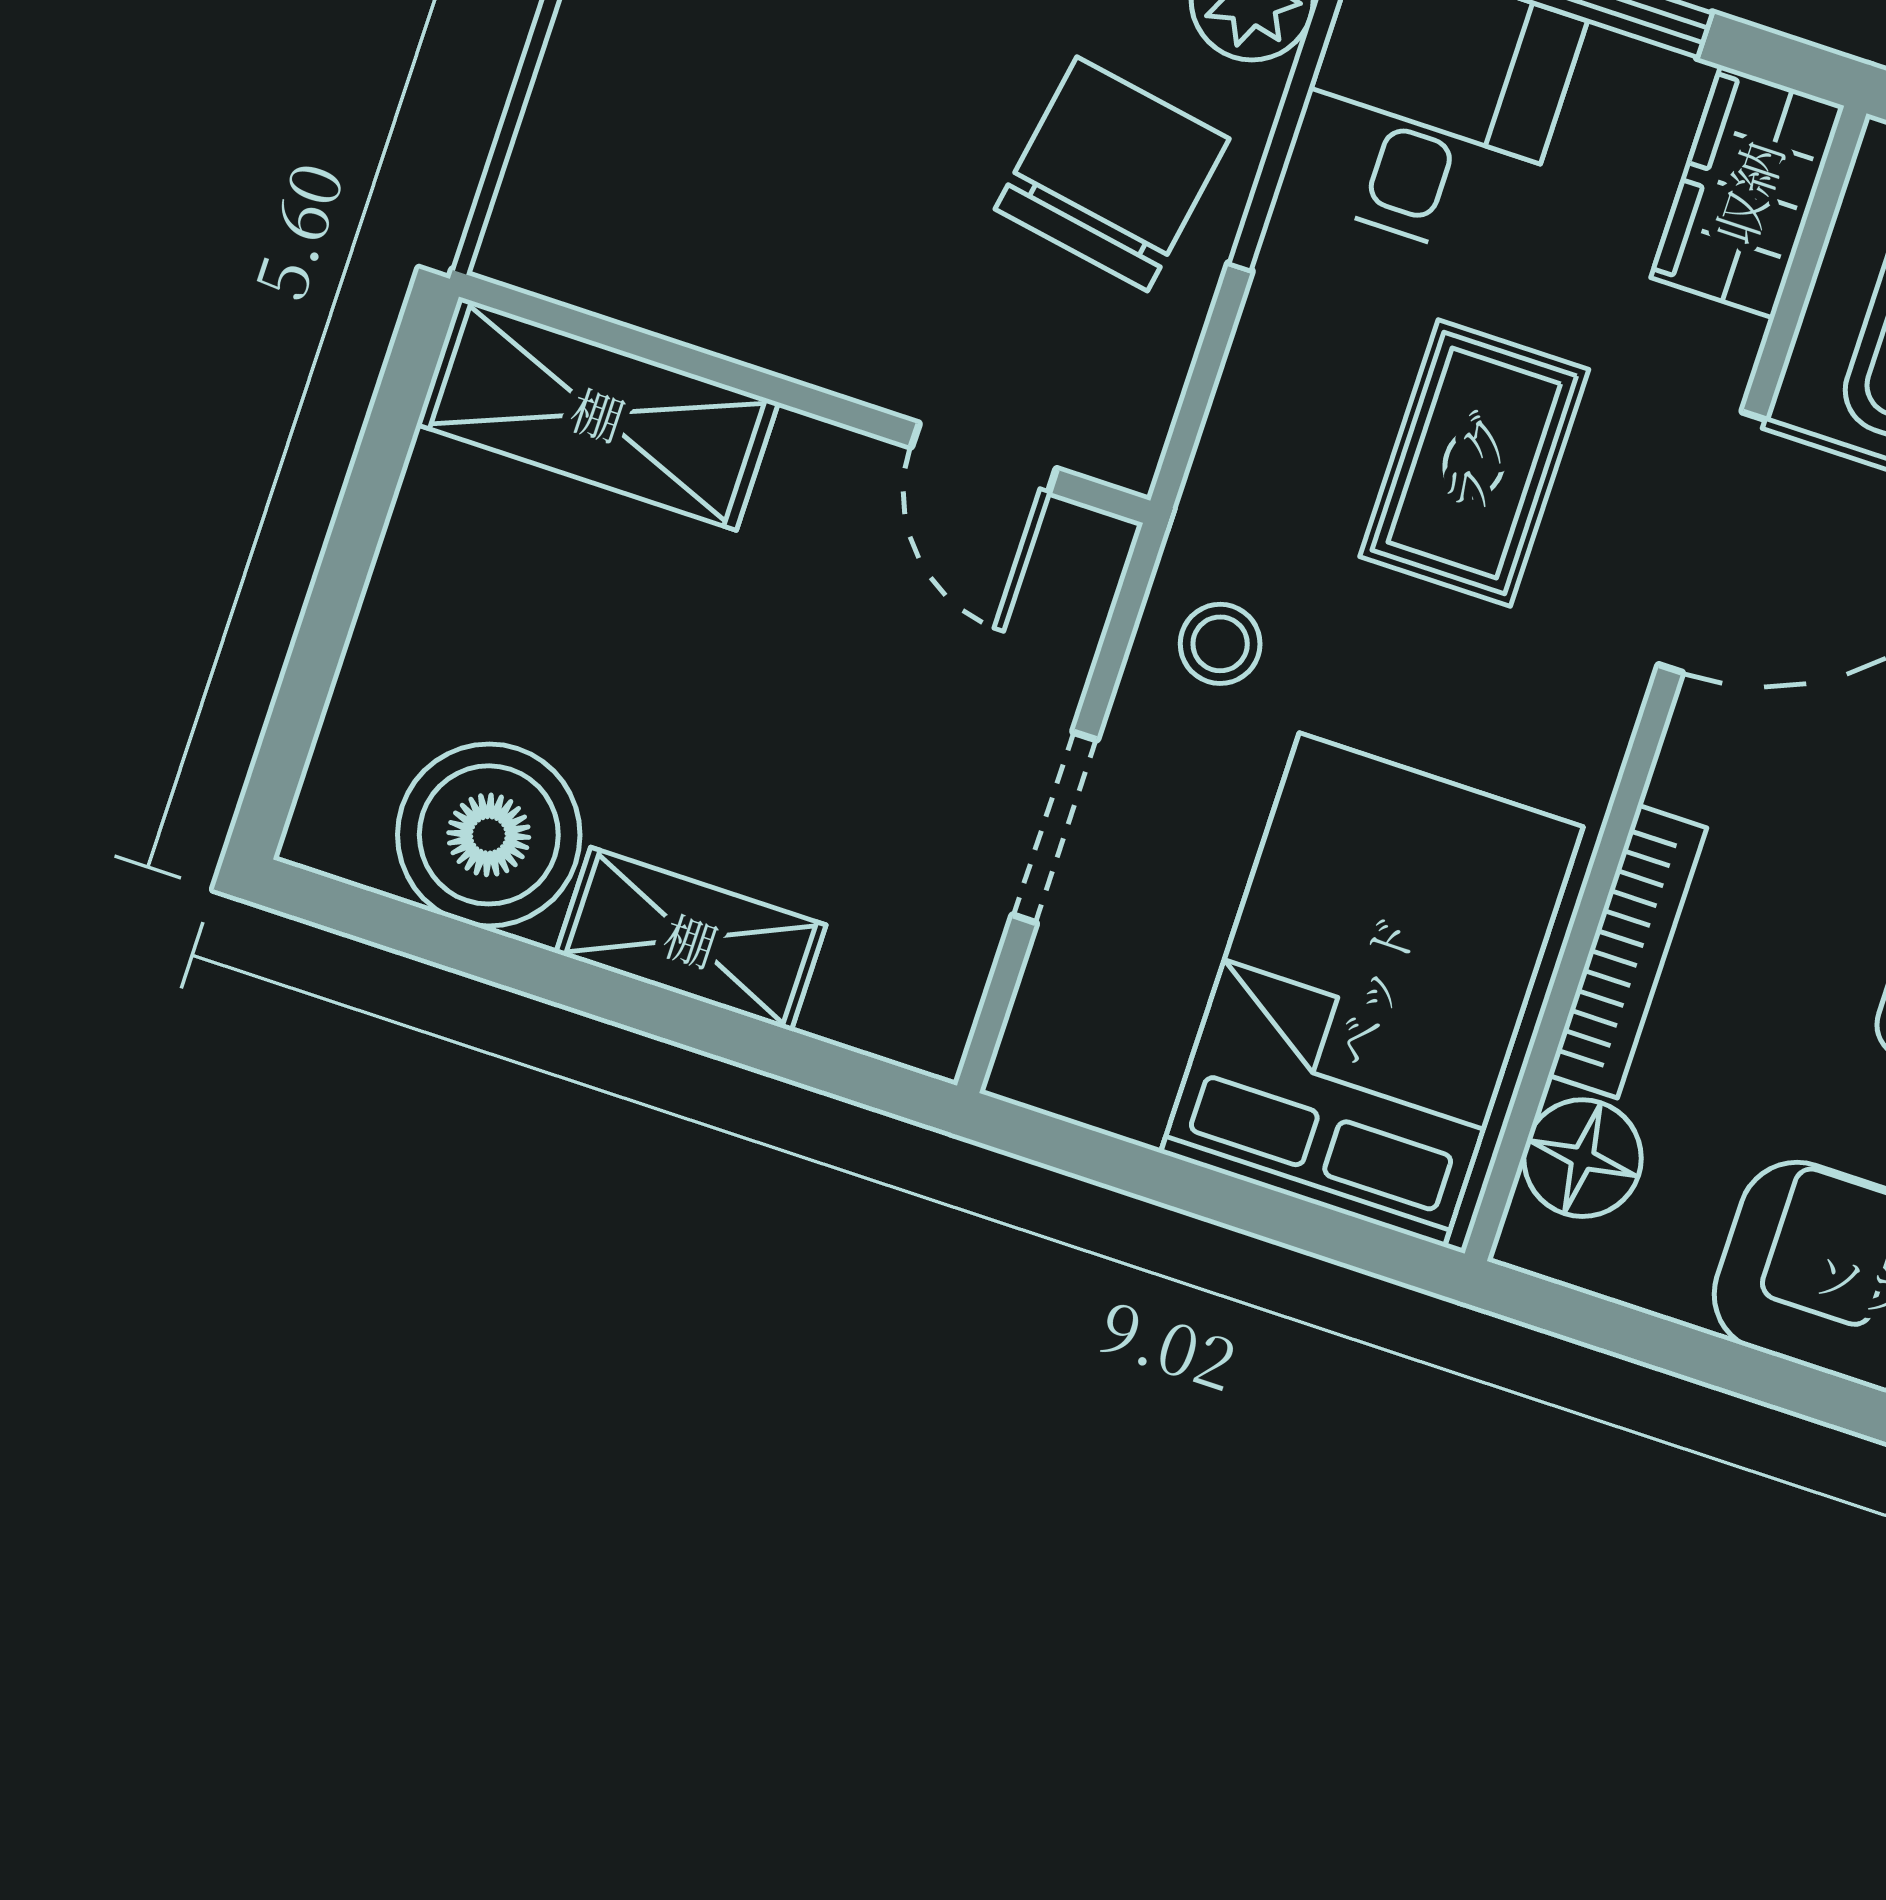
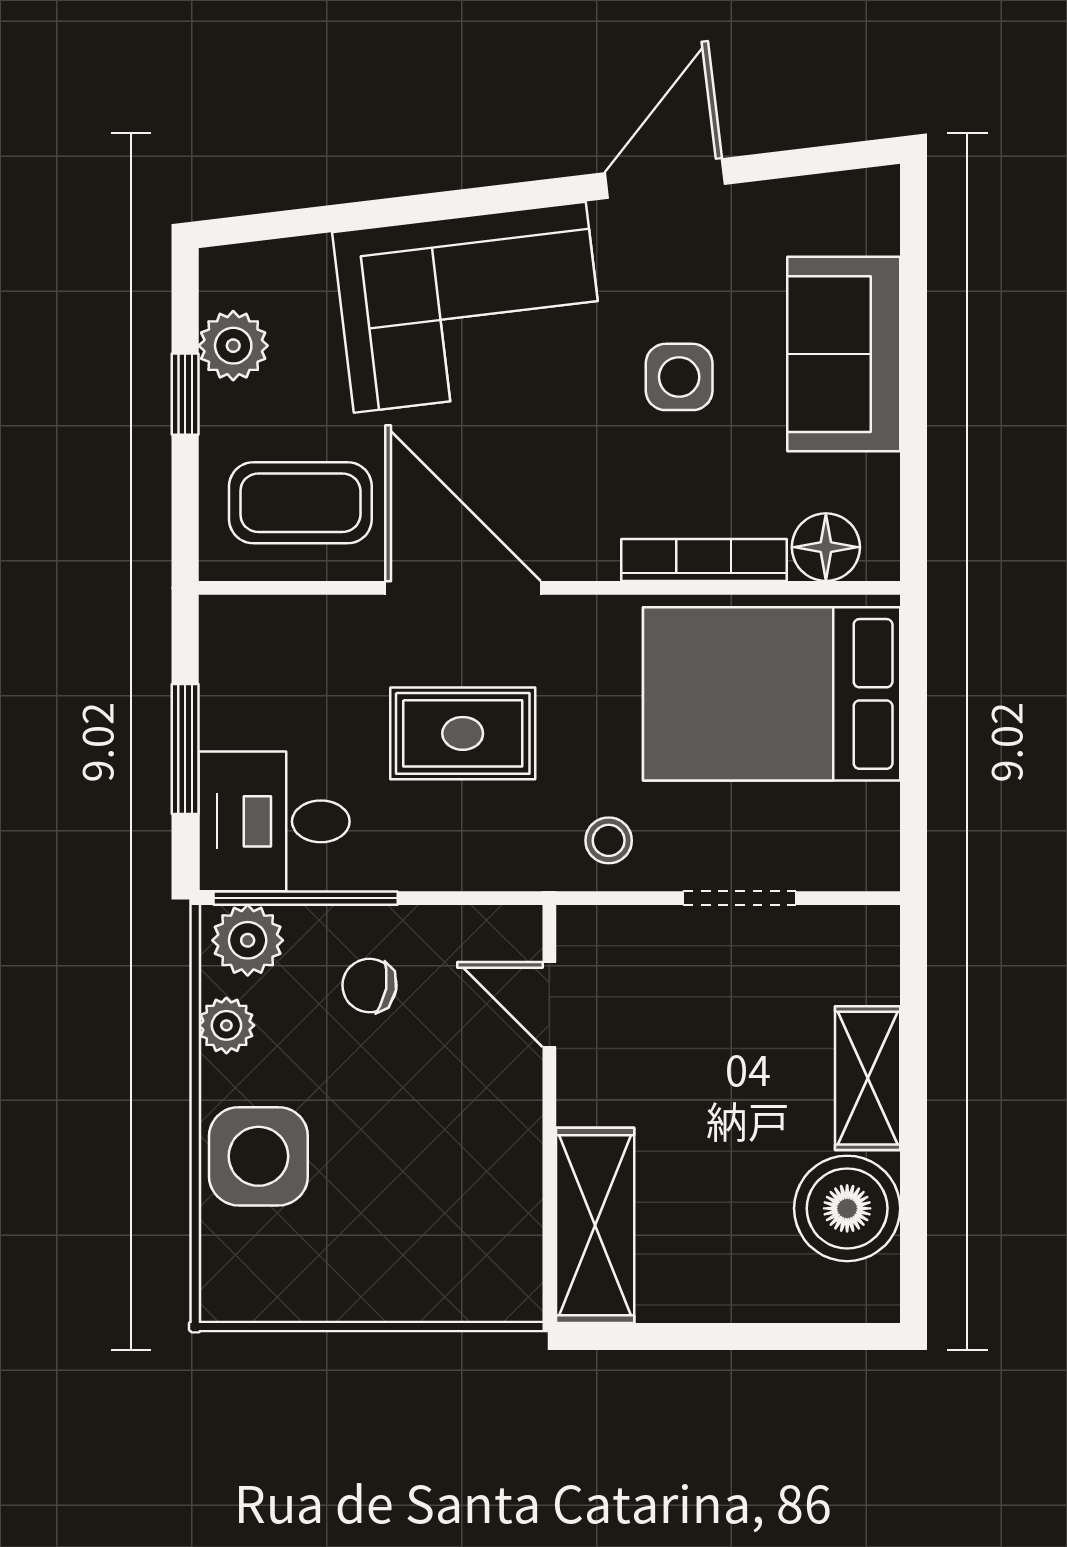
chair: (1112, 174) -> (369, 985), width x0.54, depth x0.54
wardrobe: (1747, 192) -> (264, 632), removed
door: (984, 458) -> (549, 1004), swing flipped

